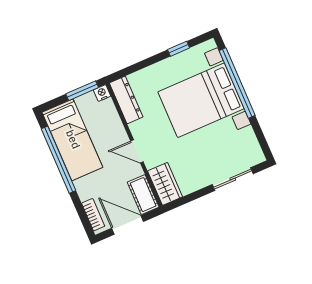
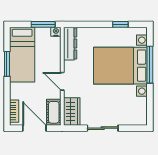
window: (237, 83) -> (150, 65), width x0.68
window: (59, 160) -> (7, 64), width x0.47
sliding door: (233, 179) -> (103, 128), moved

